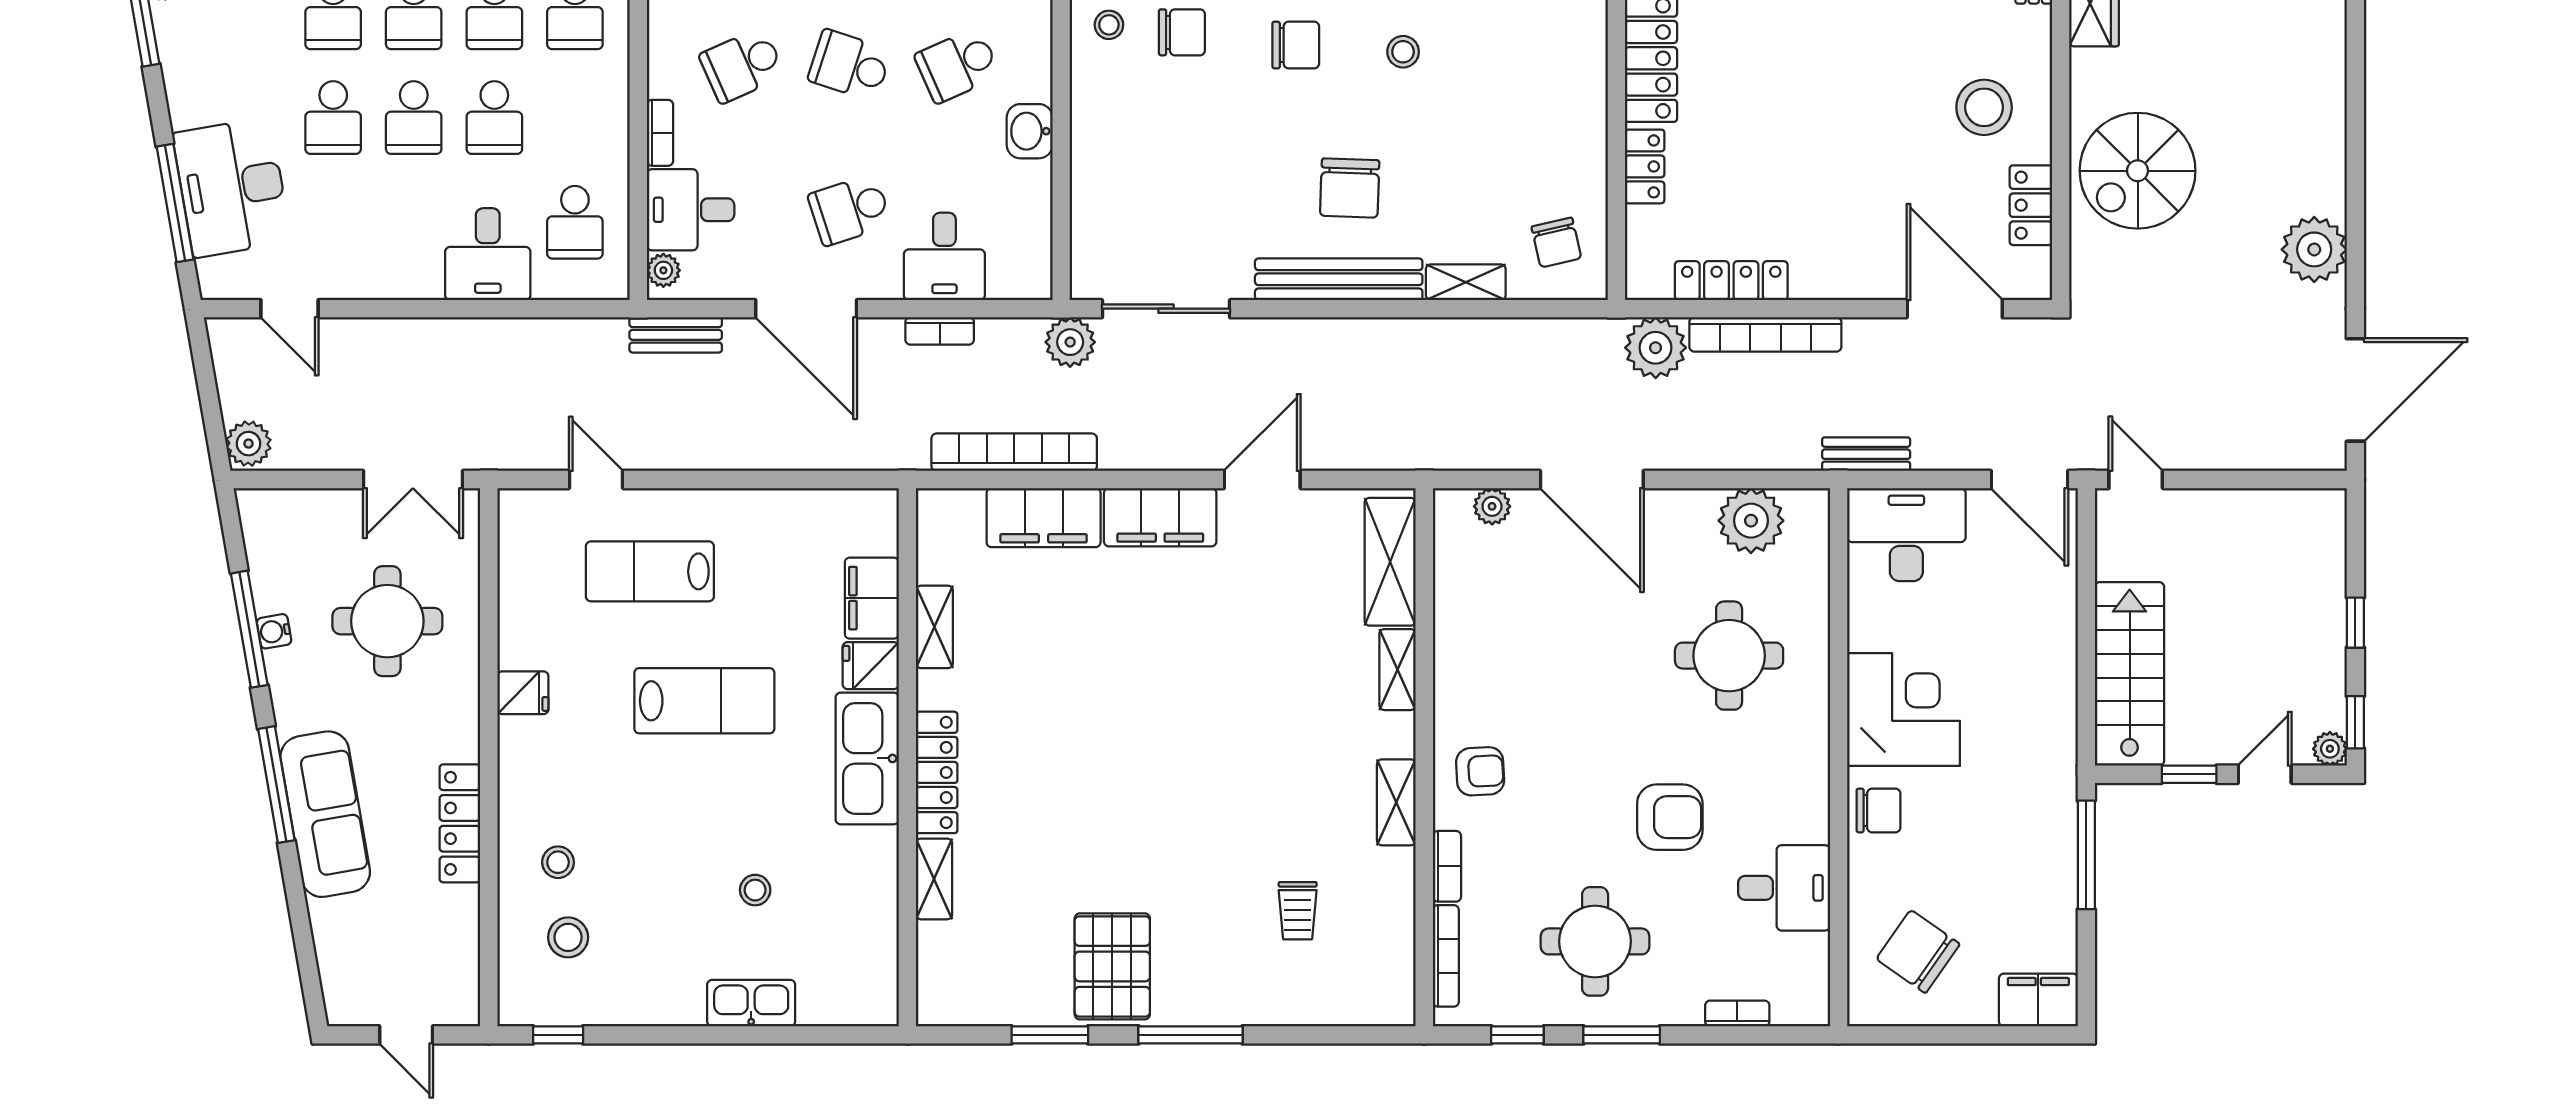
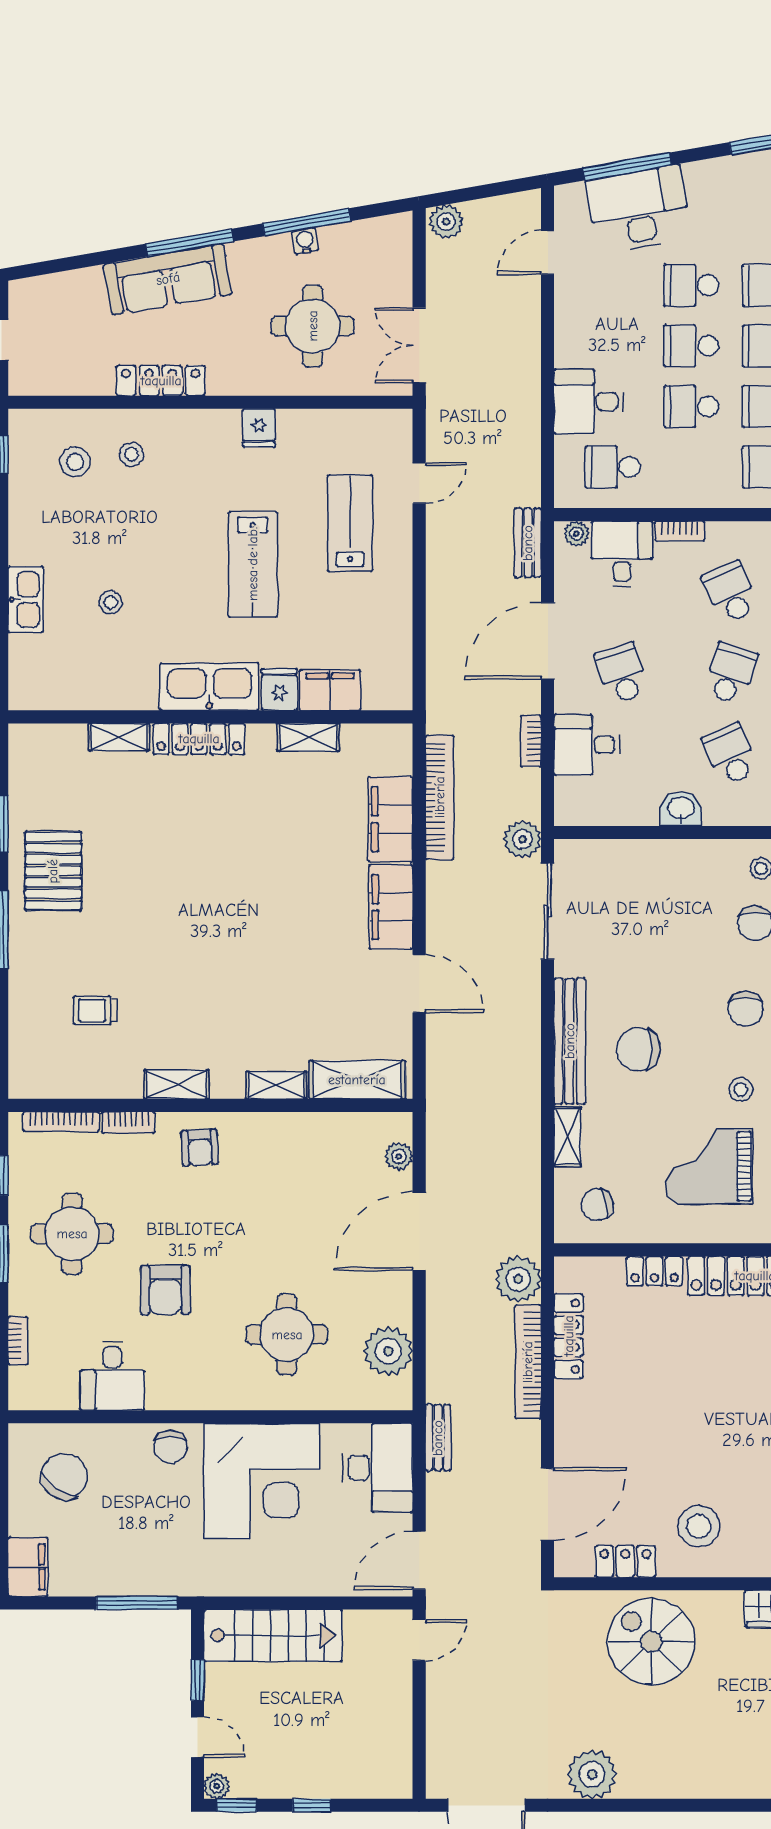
grand piano: (1505, 94) -> (709, 1166), added
corner desk: (1903, 710) -> (262, 1481), width x1.36, depth x1.36
pallet: (1112, 966) -> (53, 871), turned 90

